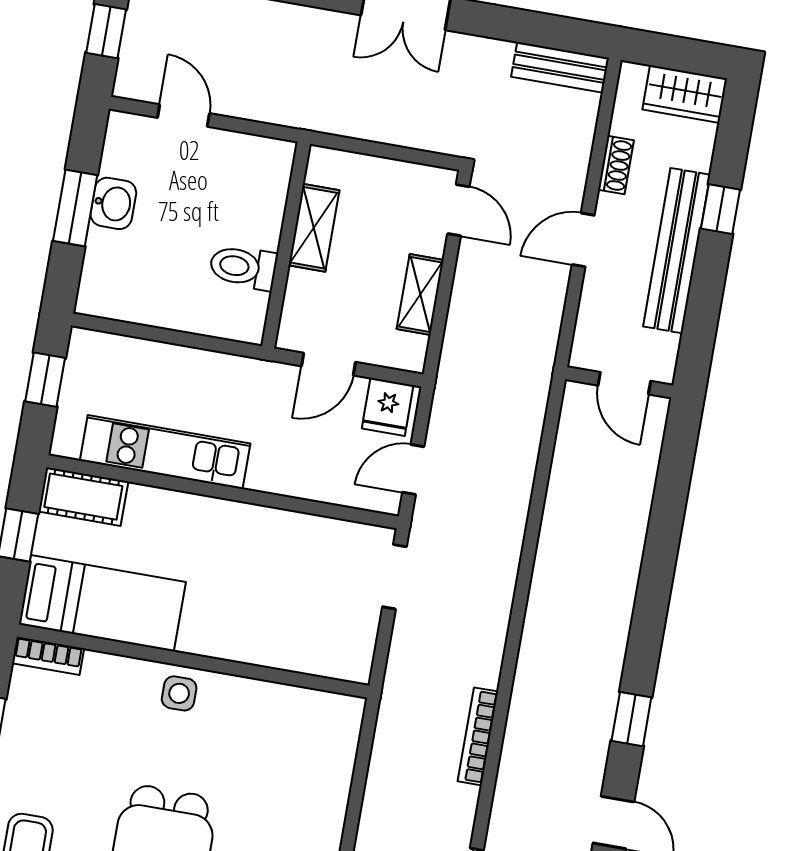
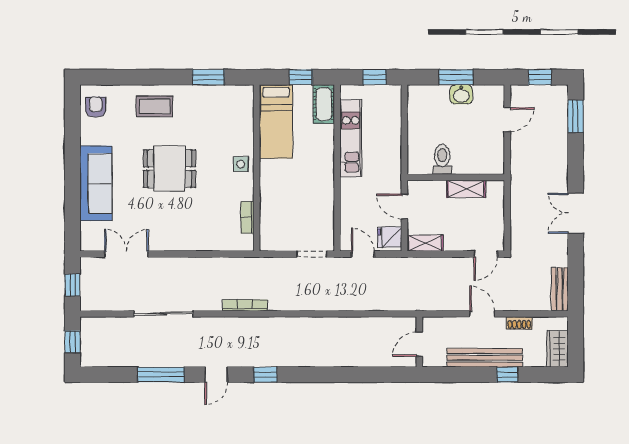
shelving: (420, 294) -> (425, 243), moved
bookcase: (48, 656) -> (247, 217), moved

